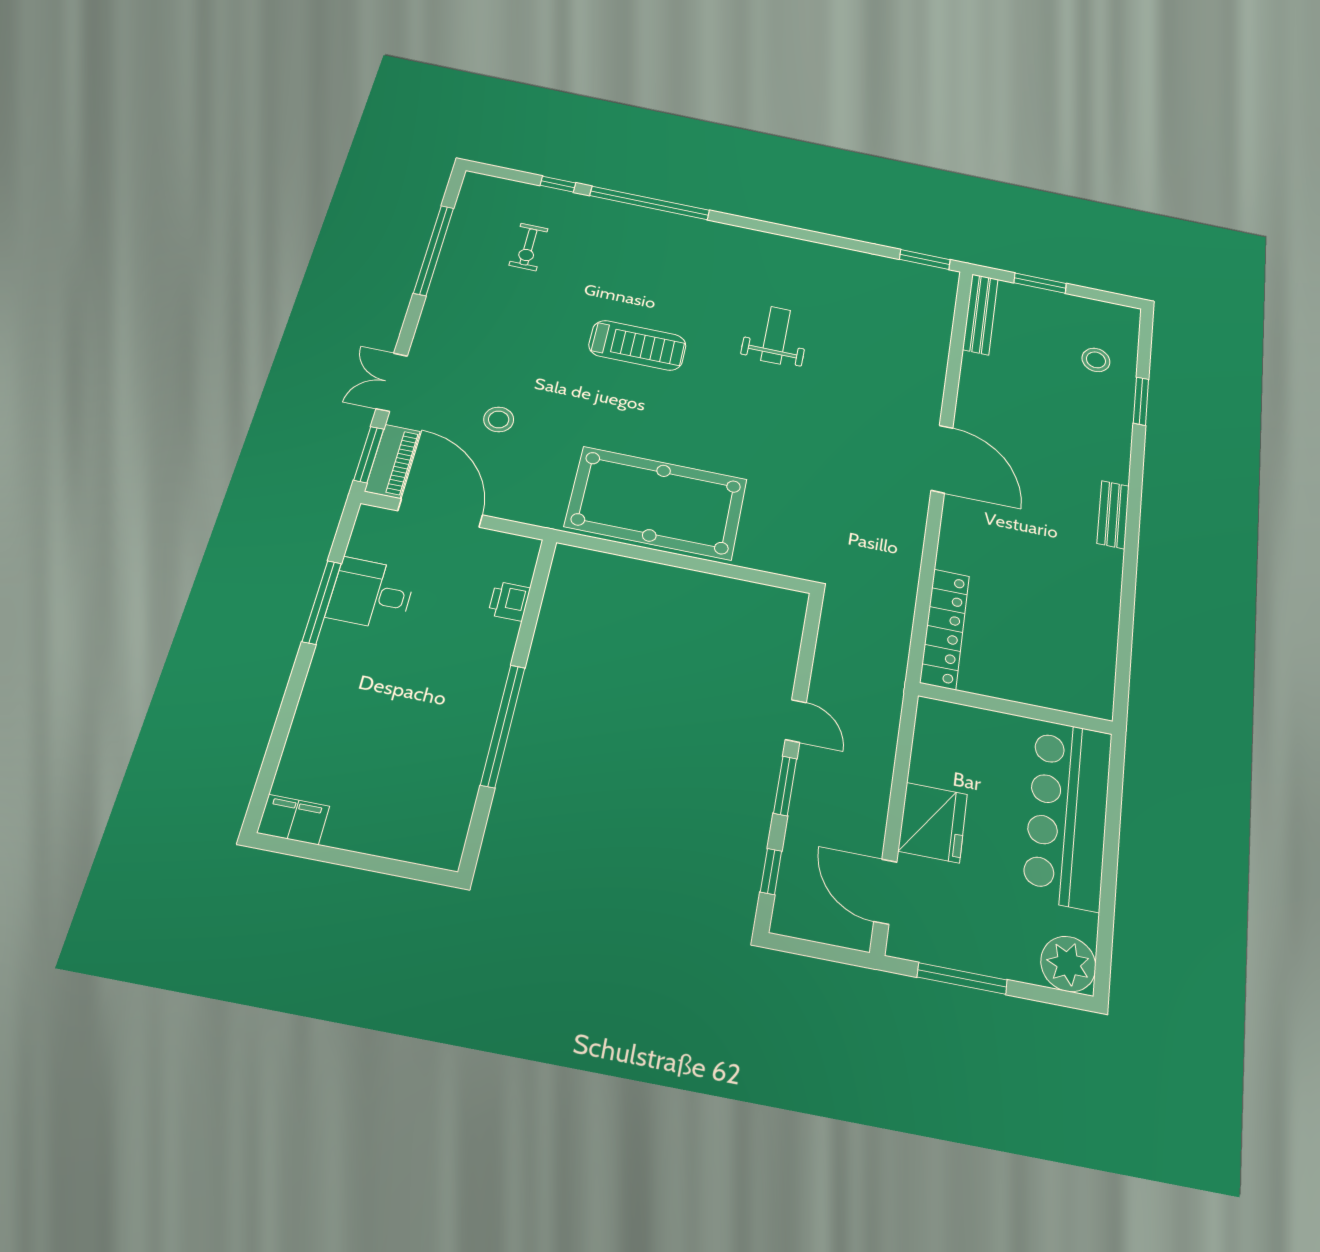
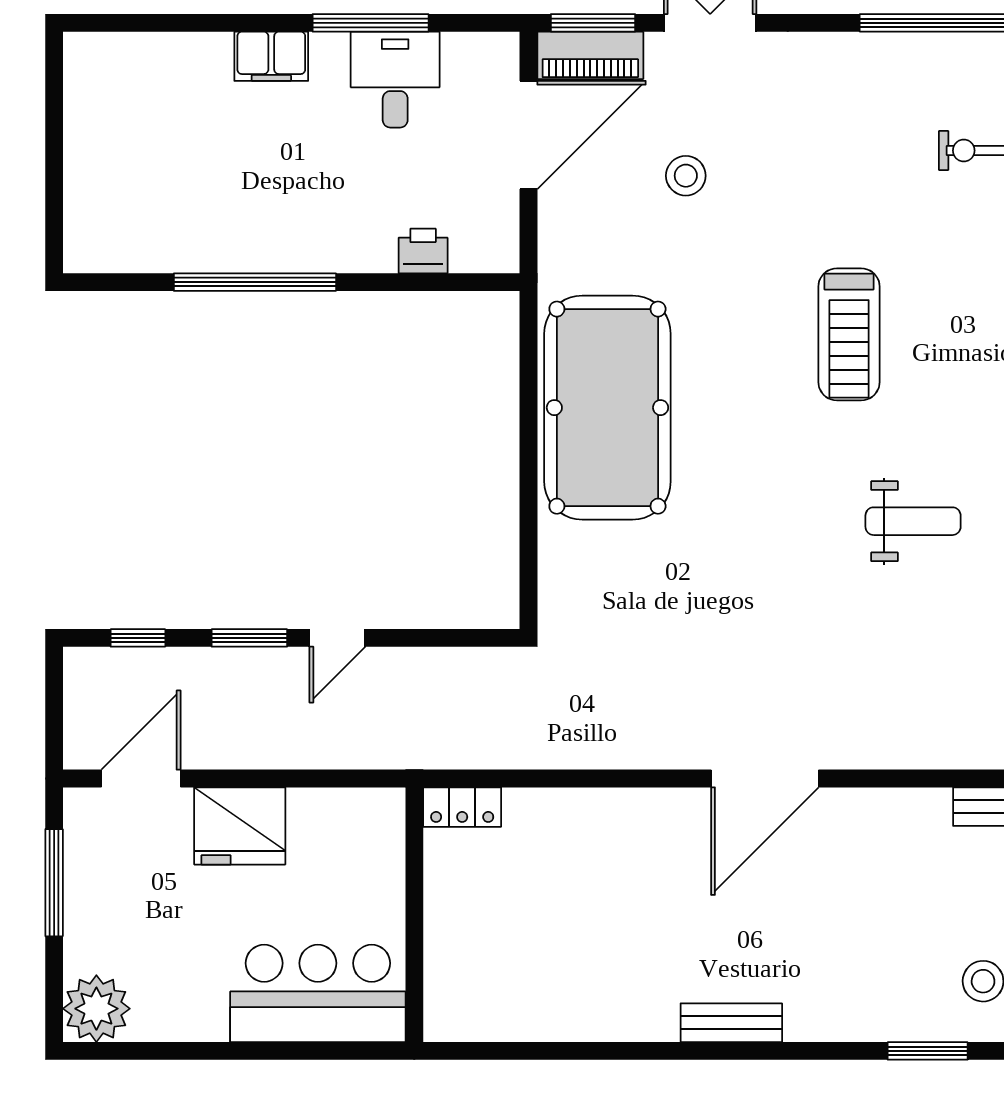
locker: (945, 629) -> (462, 807), width x0.46, depth x0.83
bar counter: (1068, 814) -> (318, 993), width x0.73
filing cabinet: (293, 819) -> (271, 56), moved, turned 90

